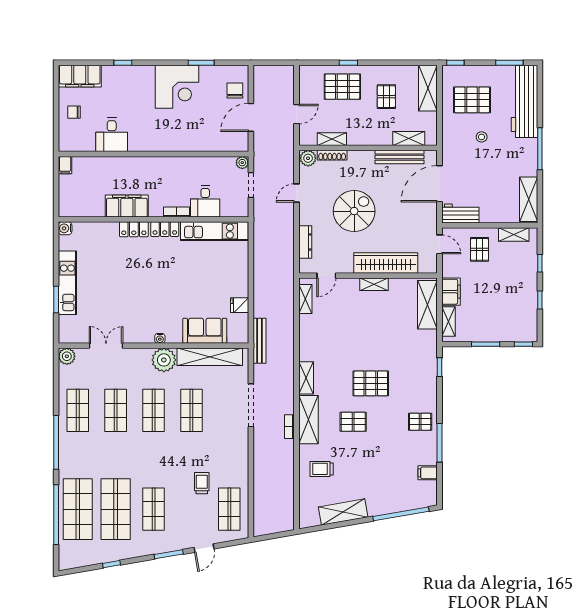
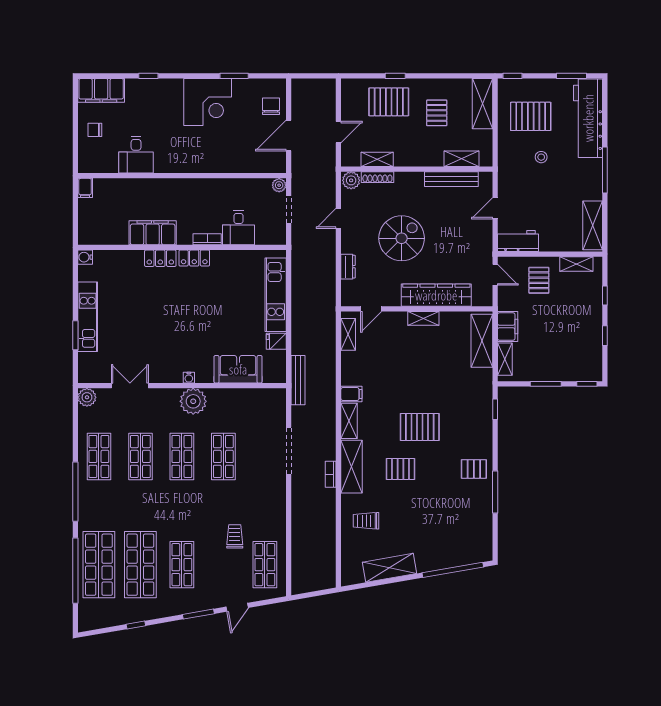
door: (439, 184) -> (495, 208), width x0.53
kitchen unit: (214, 231) -> (276, 295), moved, turned 90
dresser: (305, 242) -> (348, 267), width x0.70
shelving: (210, 357) -> (243, 398), removed
filing cabinet: (428, 473) -> (351, 394), moved, turned 180

